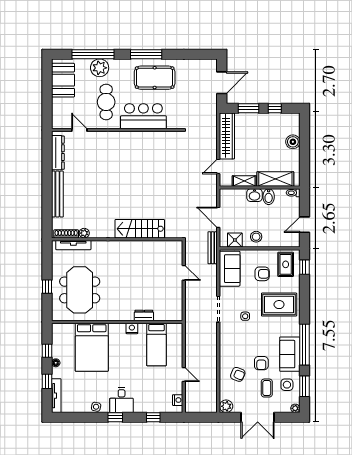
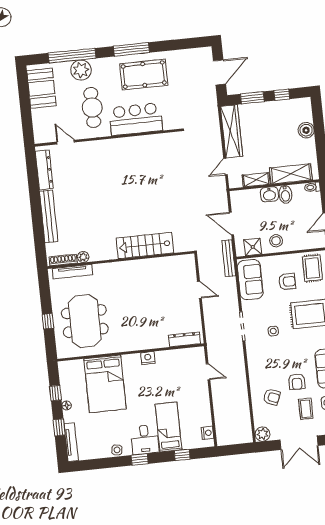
dresser: (144, 315) -> (184, 339), moved, width x1.44
bed: (156, 345) -> (168, 427), moved, turned 180
door: (184, 374) -> (208, 372), moved

